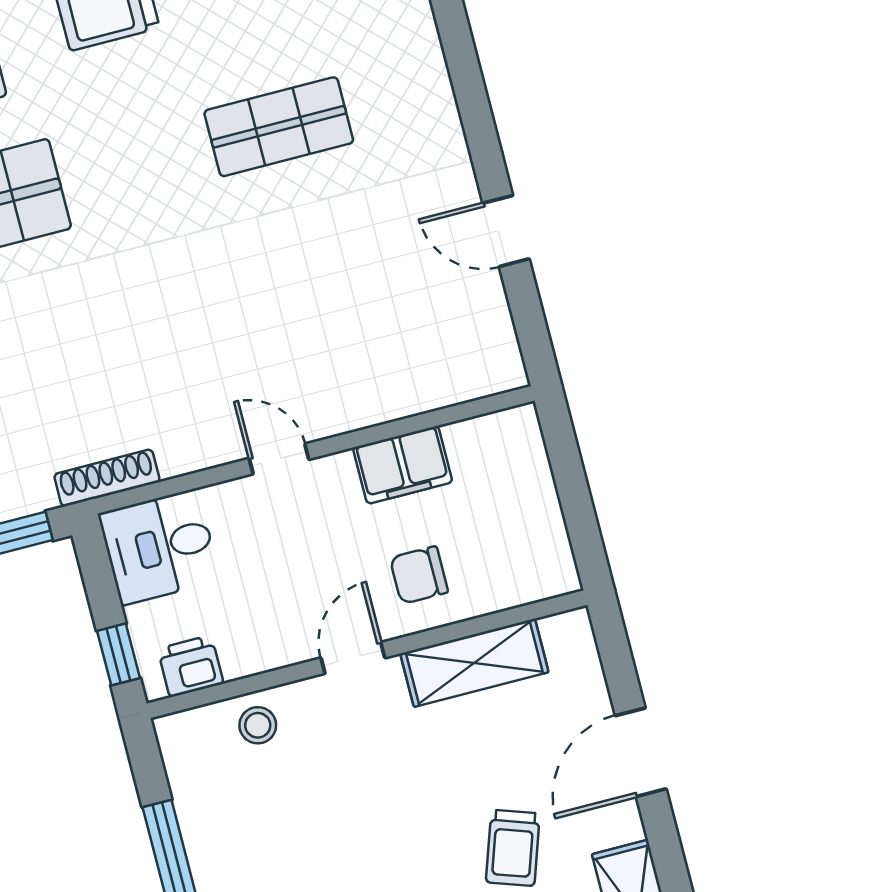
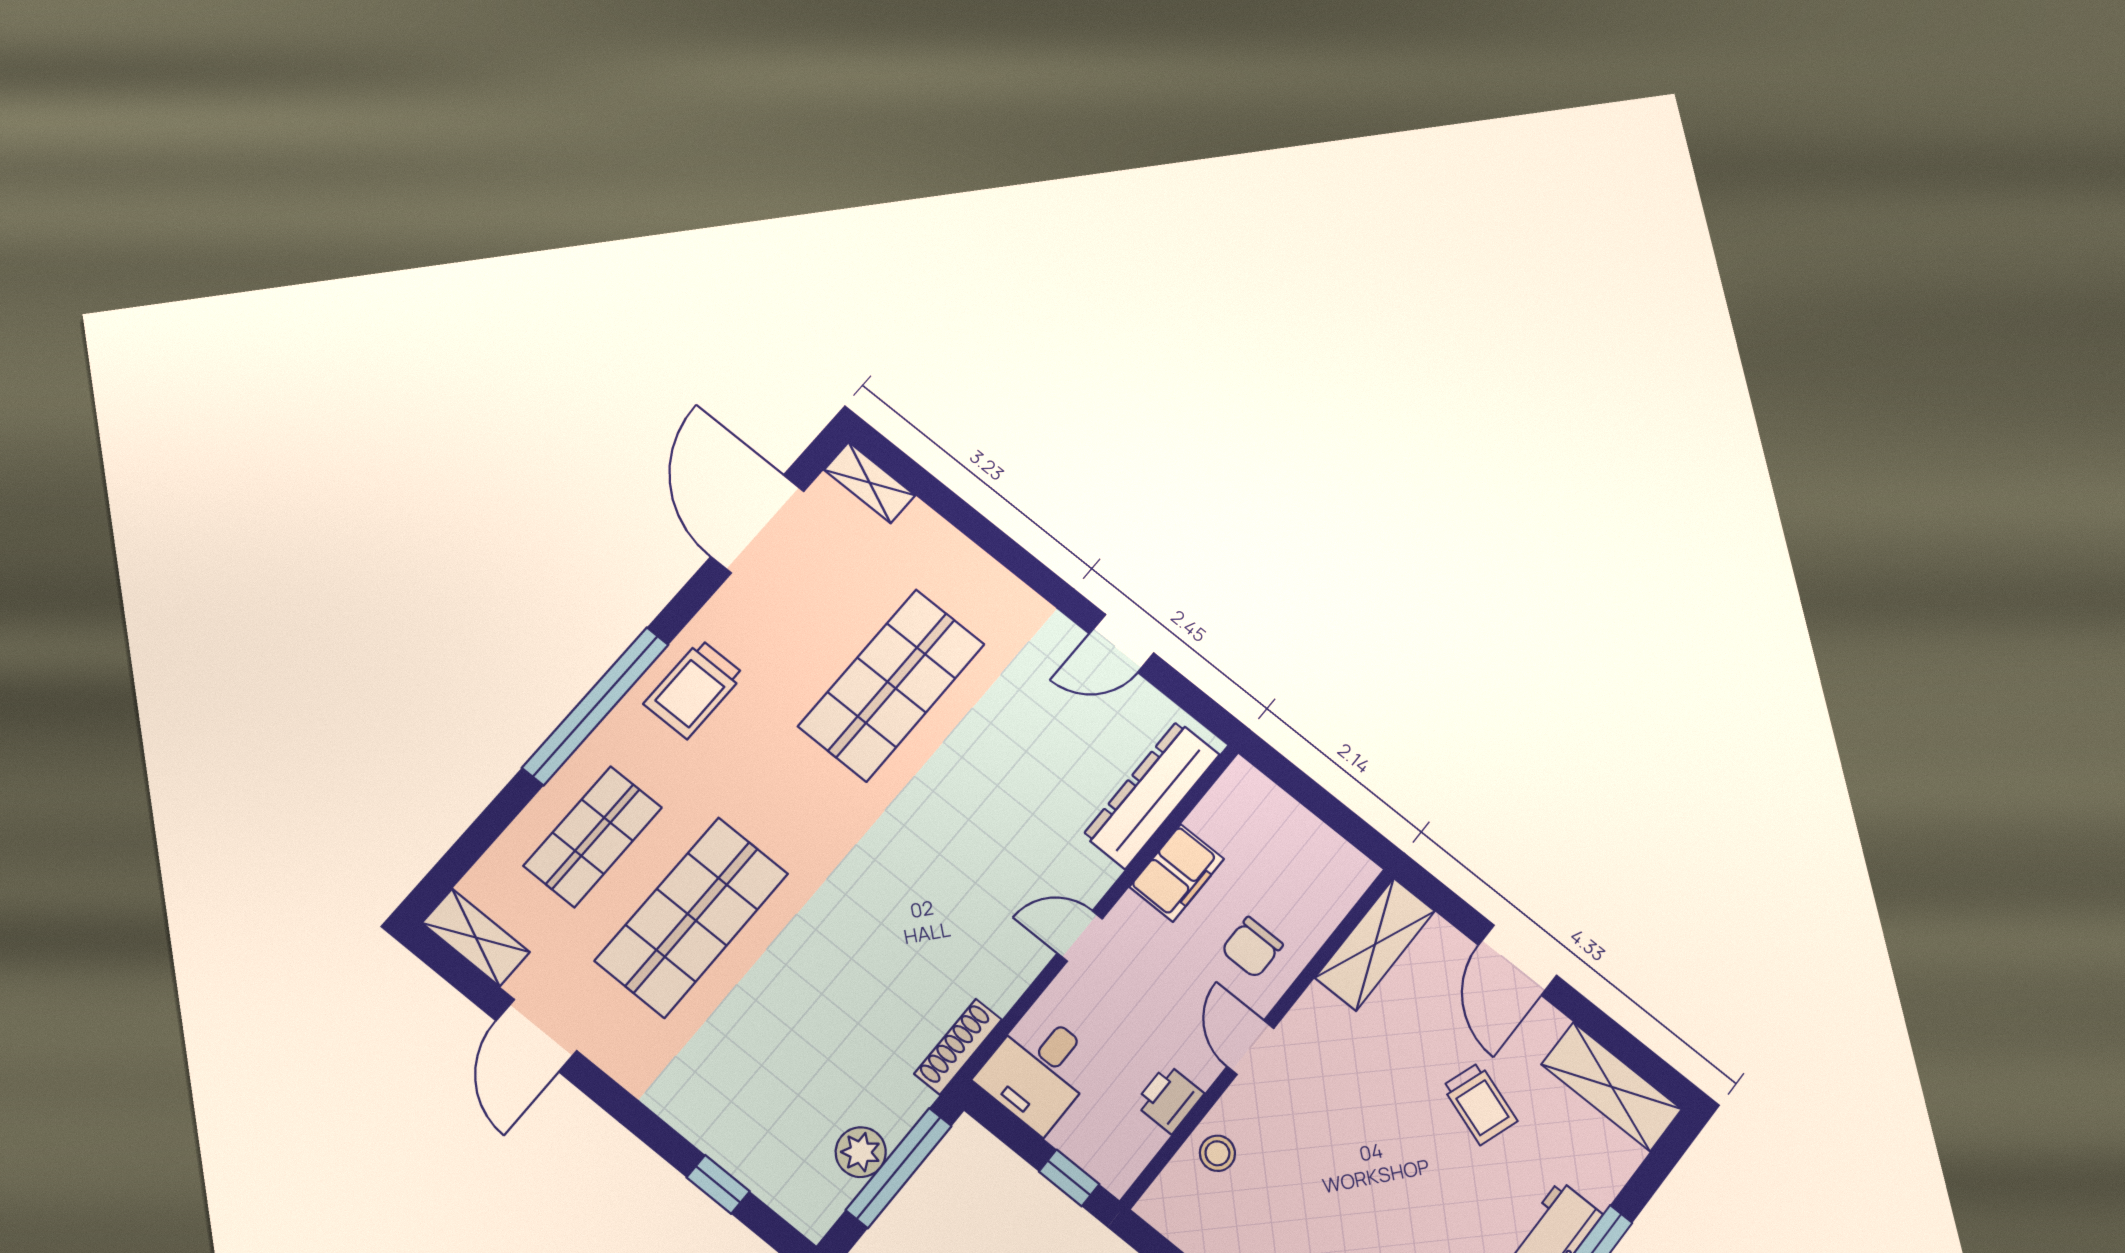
shop shelf: (279, 127) -> (891, 685), width x1.43, depth x1.36
dresser: (432, 382) -> (1151, 795), added
shelving: (474, 663) -> (1375, 944), moved
printer: (191, 666) -> (1169, 1099), moved

